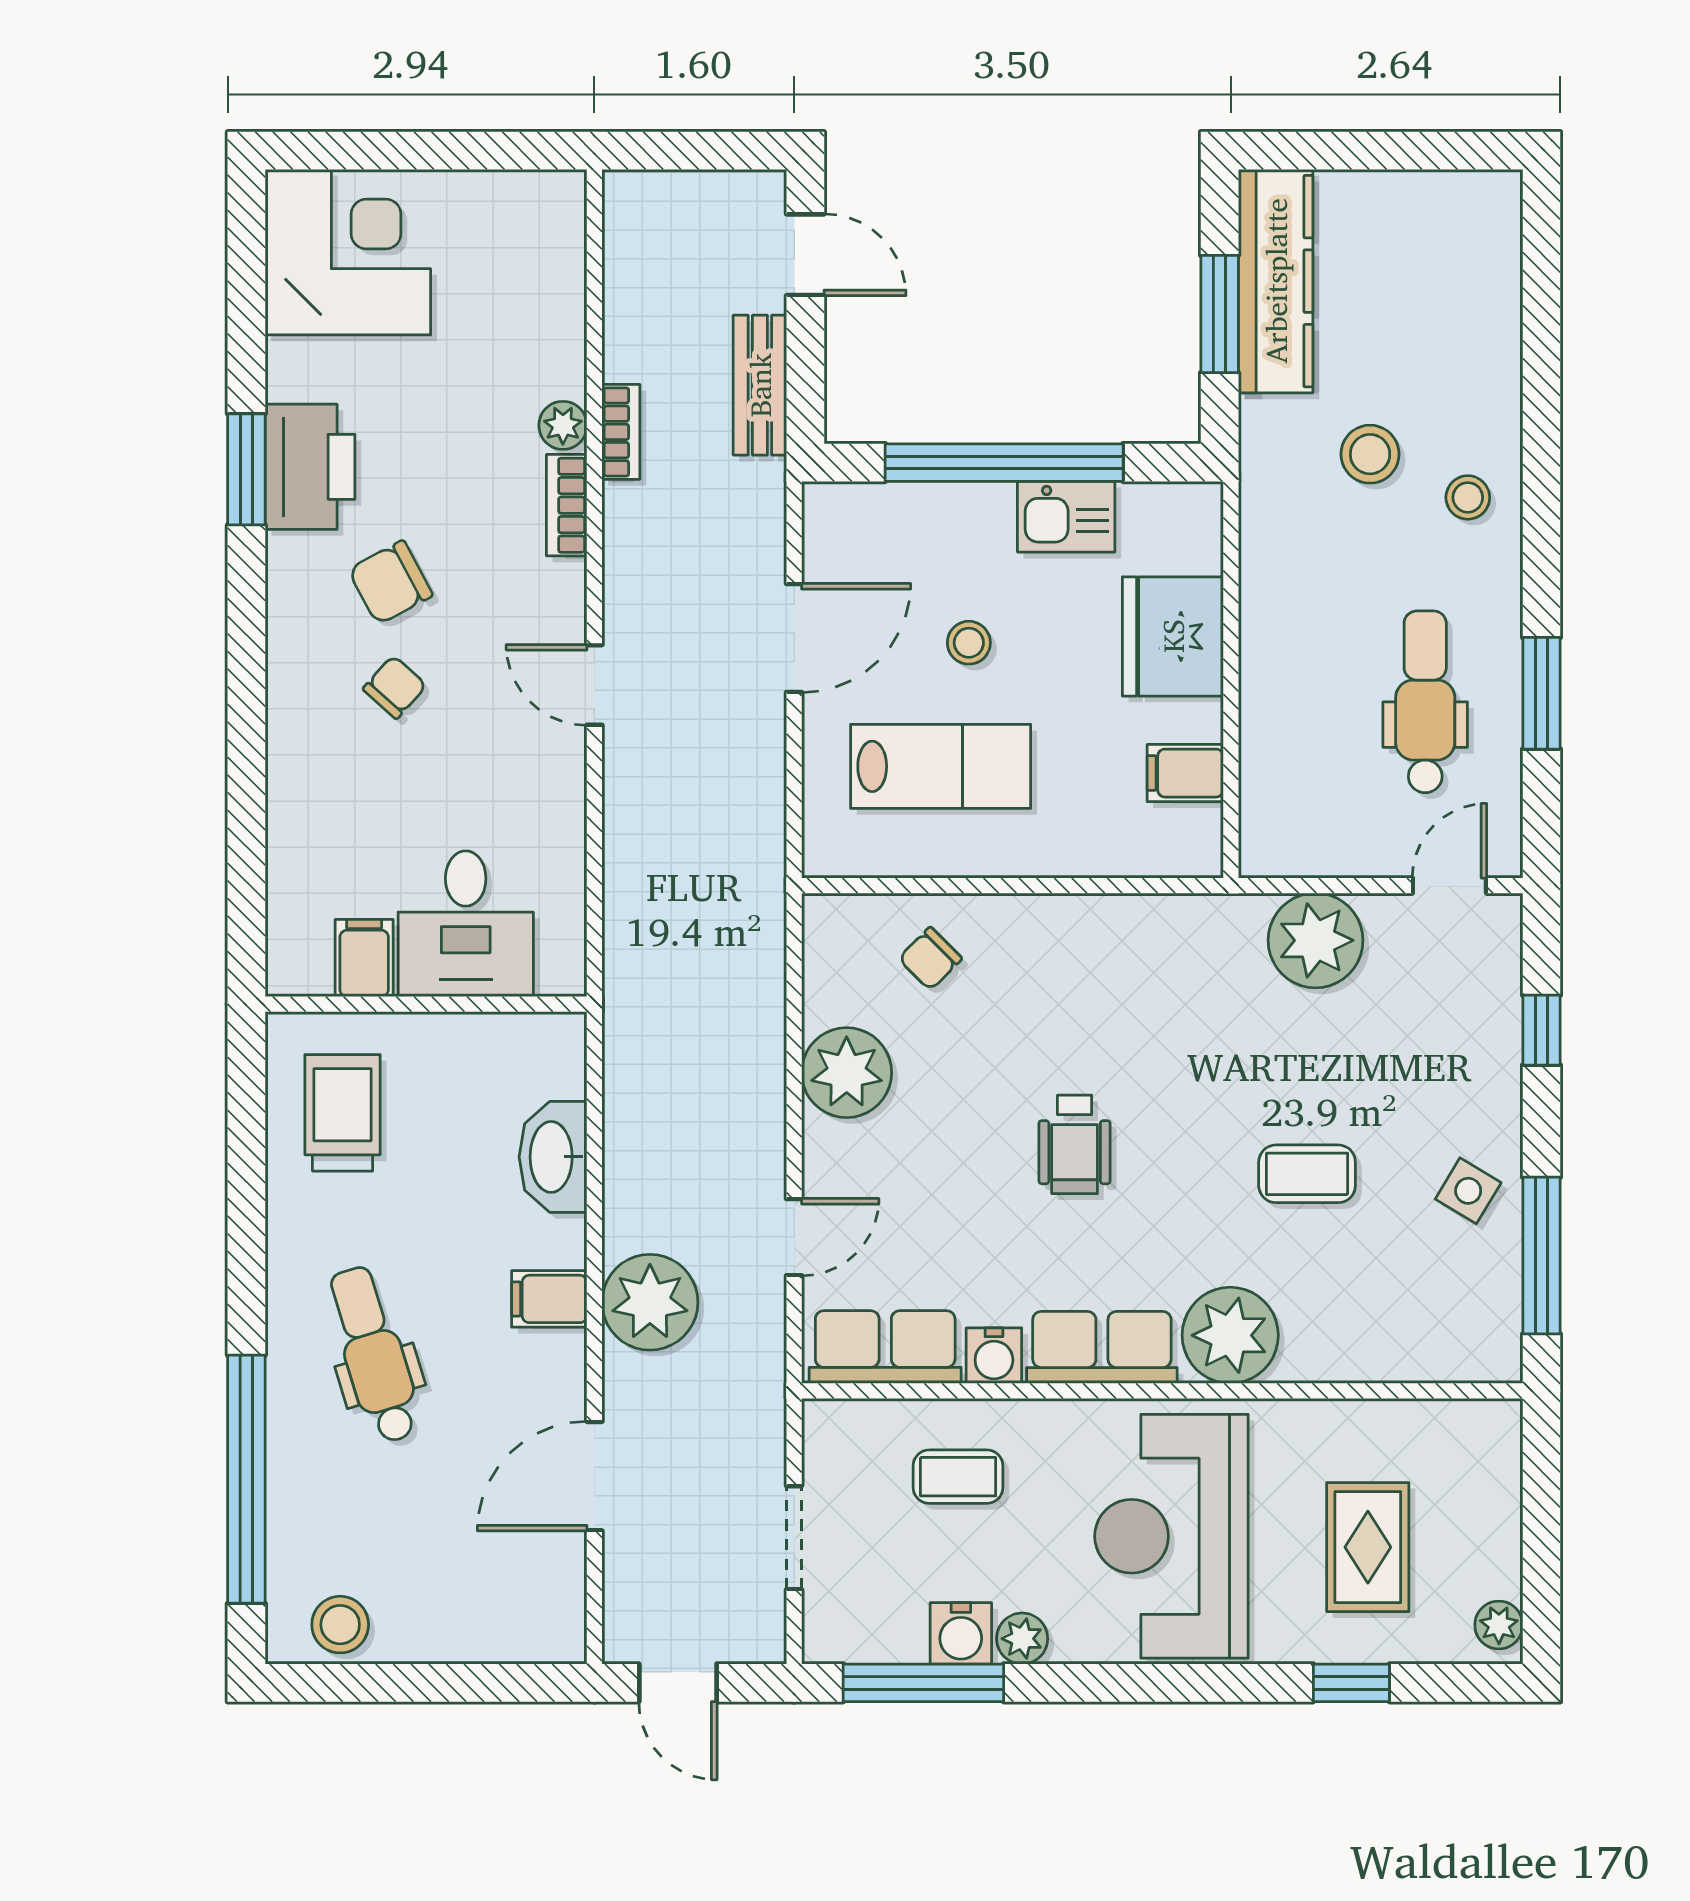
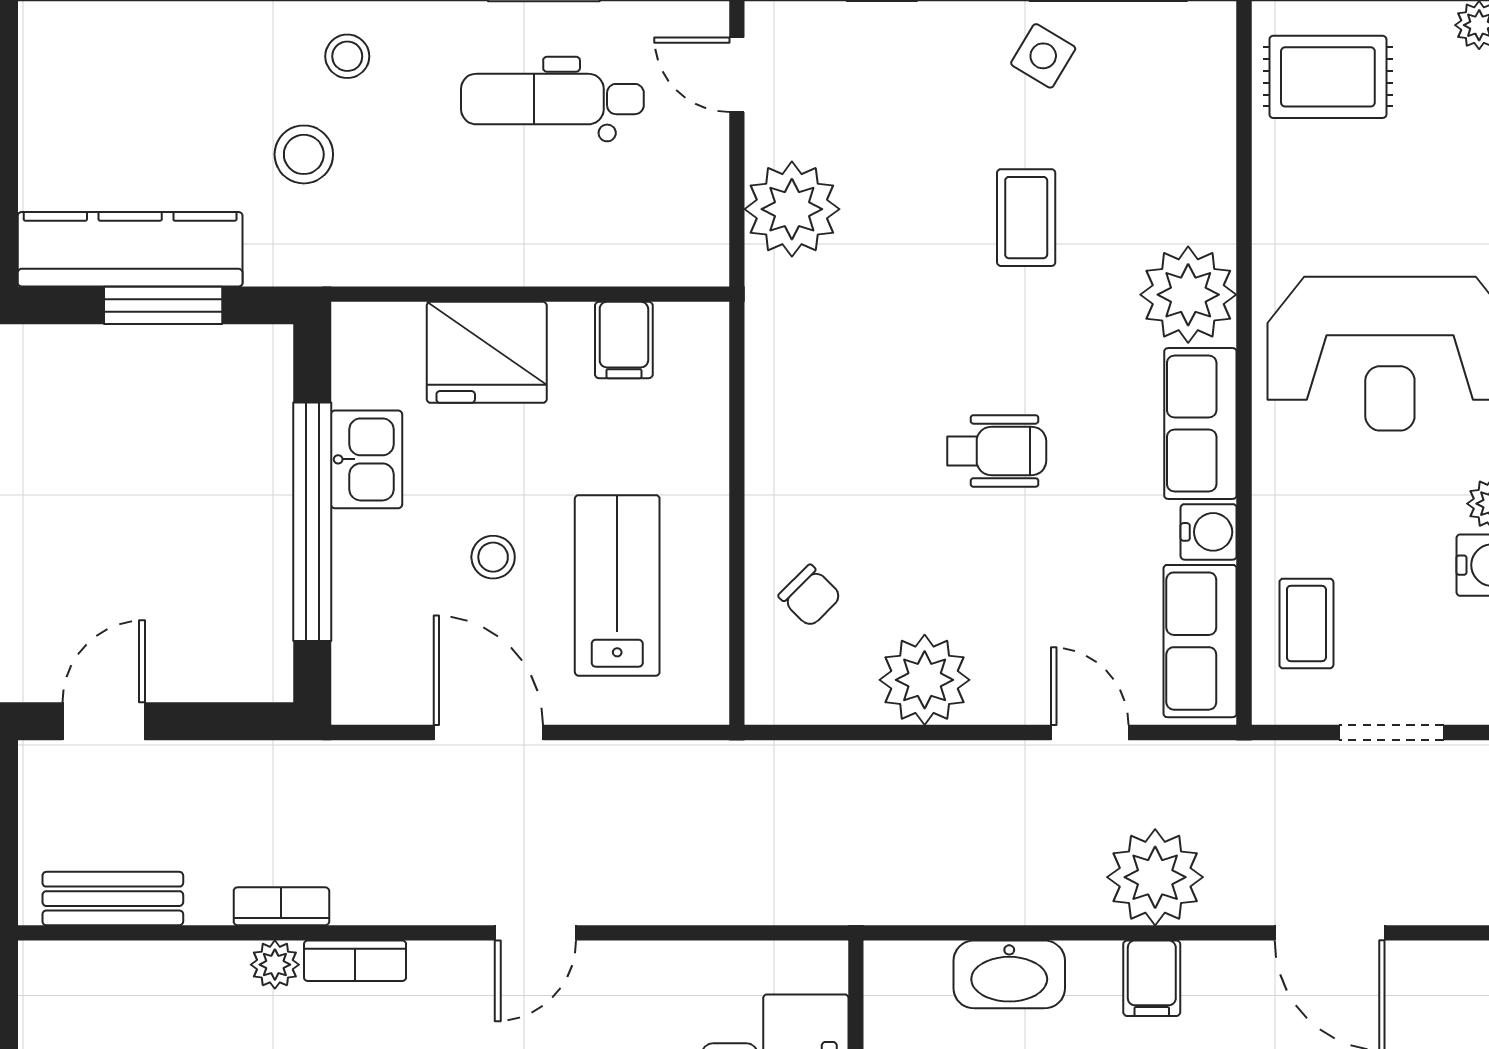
bench: (760, 385) -> (113, 899), moved
coffee table: (958, 1477) -> (1306, 623), moved
rug: (1368, 1547) -> (1328, 77), moved

